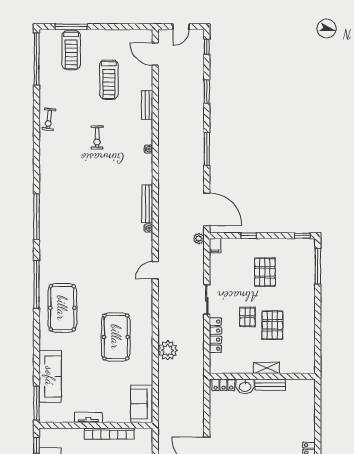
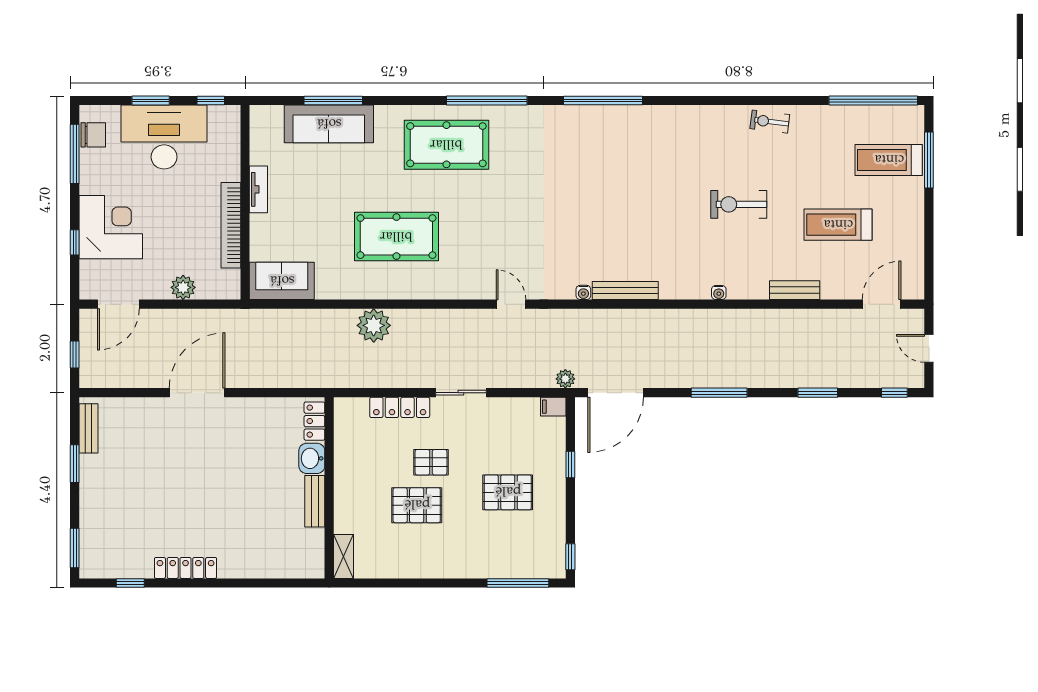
exercise bike: (97, 137) -> (739, 204), width x1.38, depth x1.39
shelving: (266, 368) -> (343, 556), moved
window: (37, 403) -> (333, 101), moved

